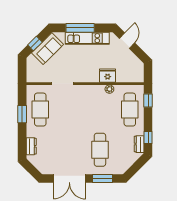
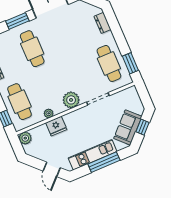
plant: (138, 77) -> (25, 138), added
plant: (86, 92) -> (71, 100), added
window: (22, 114) -> (130, 63), moved

